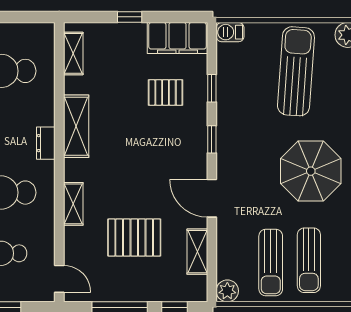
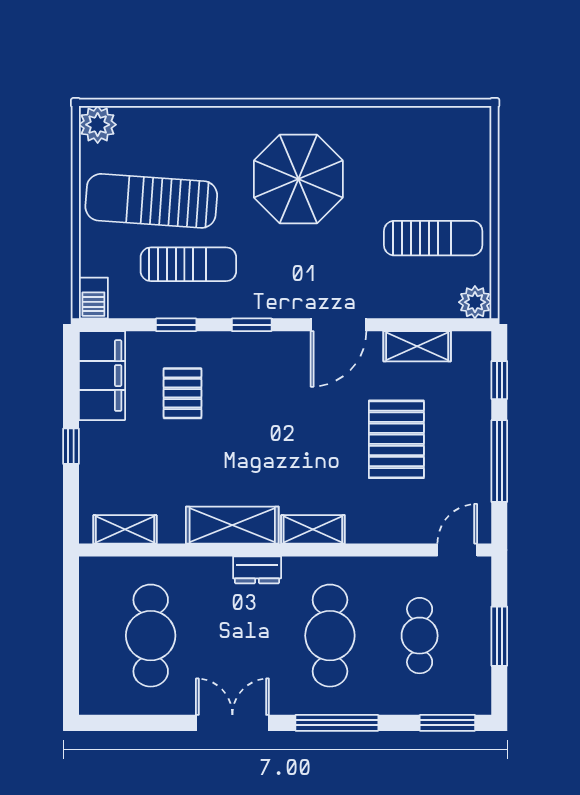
shelving: (73, 204) -> (313, 529), moved
sun lounger: (309, 260) -> (188, 264), moved

